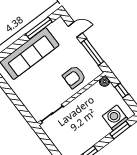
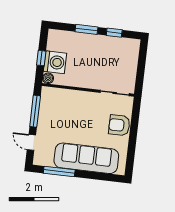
armchair: (74, 77) -> (119, 125), moved, turned 180
washing machine: (115, 118) -> (55, 62), moved, turned -90
window: (120, 130) -> (86, 29), moved

